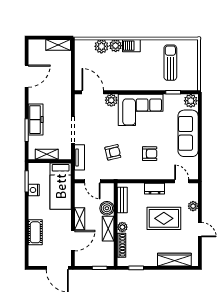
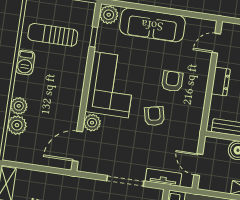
barbecue: (131, 46) -> (25, 62), moved
armchair: (113, 152) -> (154, 116), moved
door: (92, 181) -> (198, 165), swing flipped

